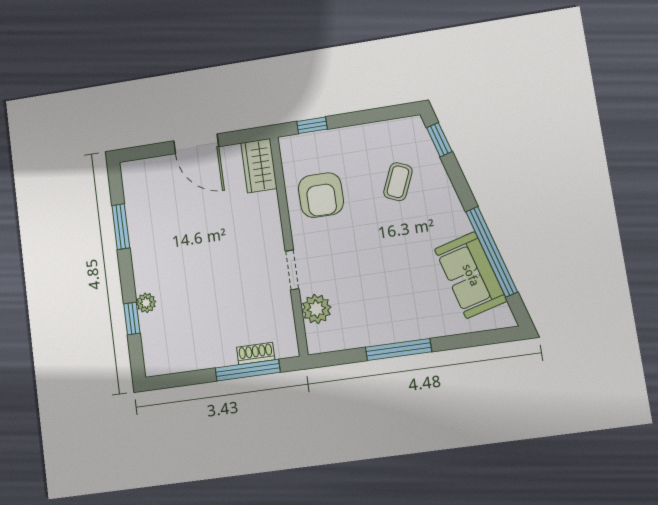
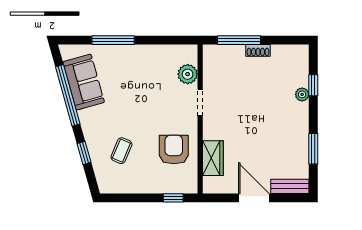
window: (439, 140) -> (84, 153), moved
wardrobe: (259, 166) -> (213, 158), moved
bench: (147, 168) -> (290, 186), added
window: (398, 350) -> (113, 40), moved
shoe rack: (256, 353) -> (258, 50), moved

